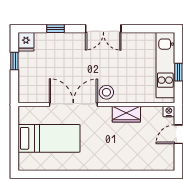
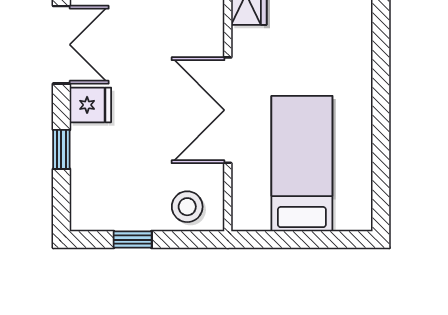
fridge: (26, 42) -> (90, 105), moved
stool: (106, 92) -> (187, 207), moved

